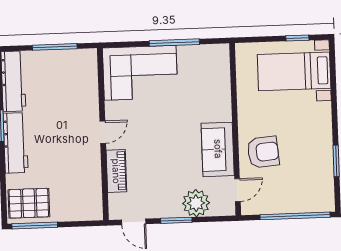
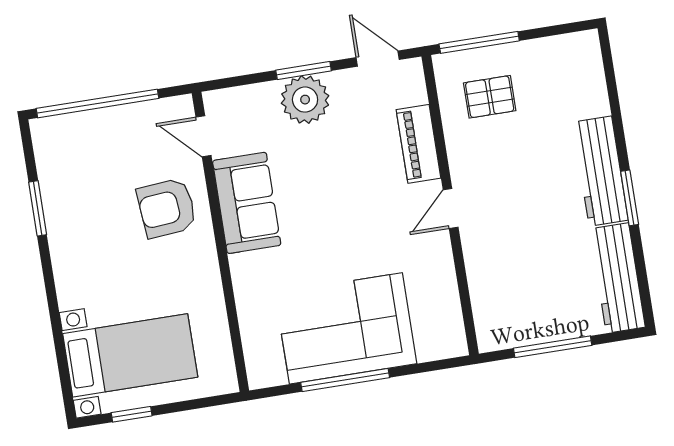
corner sofa: (140, 73) -> (346, 328), moved
door: (237, 190) -> (204, 136), hinge flipped
pallet: (29, 203) -> (490, 97), moved, width x0.67, depth x0.71
plant: (196, 203) -> (305, 100), moved
window: (35, 226) -> (479, 42), moved

